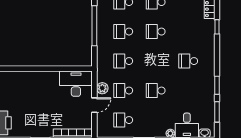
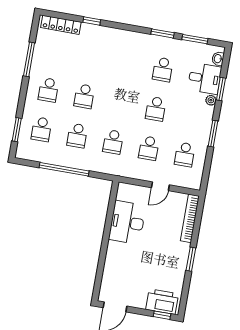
school desk: (188, 61) -> (163, 69), moved
desk: (76, 84) -> (127, 222), moved
plant: (102, 88) -> (142, 173), removed
door: (94, 105) -> (160, 186), swing flipped

